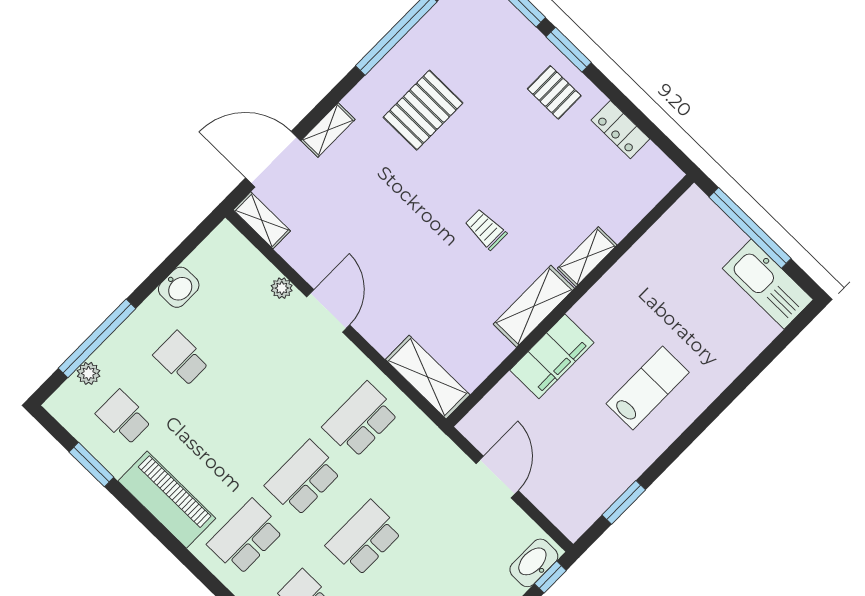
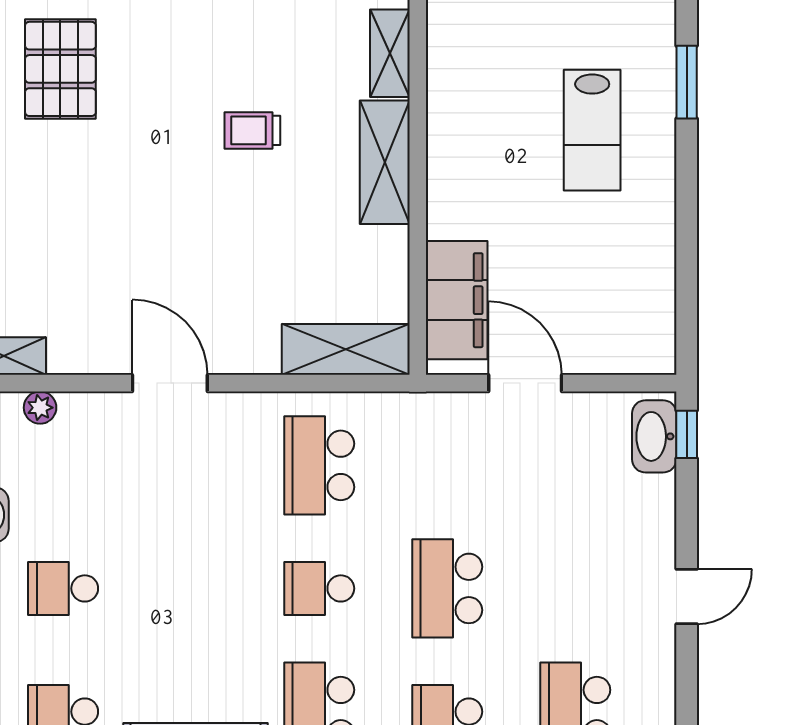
plant: (282, 288) -> (40, 408), moved
filing cabinet: (552, 356) -> (457, 300), moved
lab bench: (648, 388) -> (592, 130), turned 180
school desk: (303, 478) -> (319, 588), width x0.54
window: (624, 502) -> (687, 82), moved

